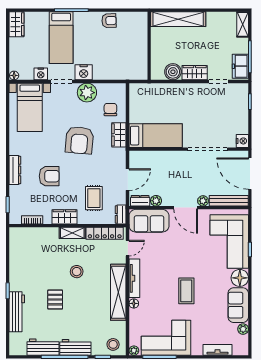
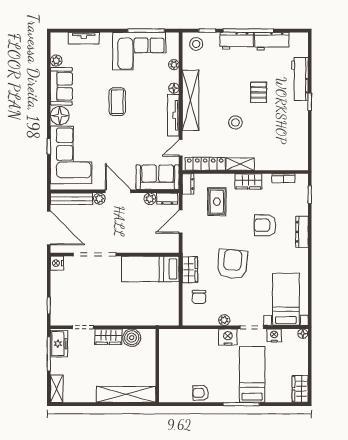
plant: (87, 93) -> (224, 320), width x0.53, depth x0.53
plant: (134, 351) -> (174, 65), moved

